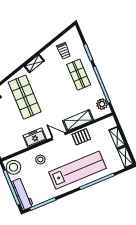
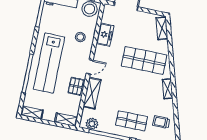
freezer: (35, 138) -> (105, 35), moved
shelving: (117, 138) -> (66, 120), moved

